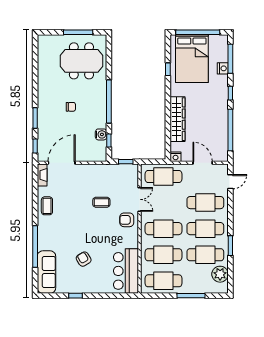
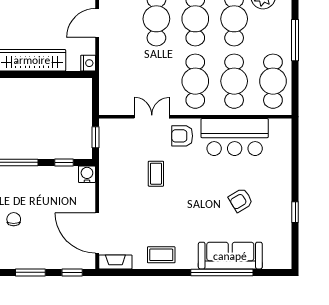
water cooler: (101, 134) -> (87, 174), moved
cafe table: (163, 177) -> (118, 81), removed
armchair: (127, 220) -> (182, 136), turned 90
bar counter: (126, 271) -> (235, 137), moved
sofa: (46, 272) -> (230, 256), moved

